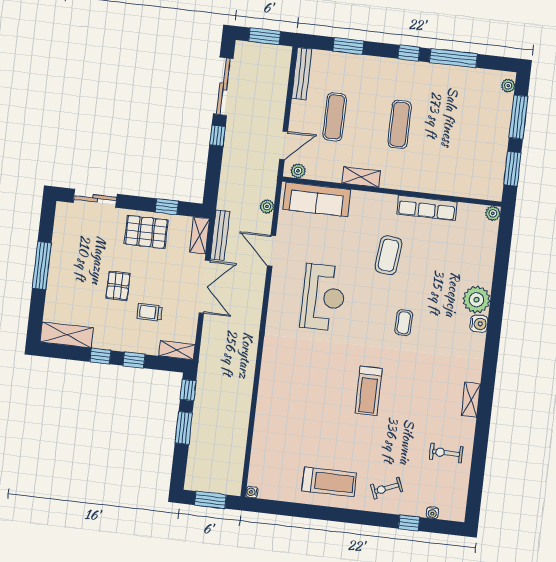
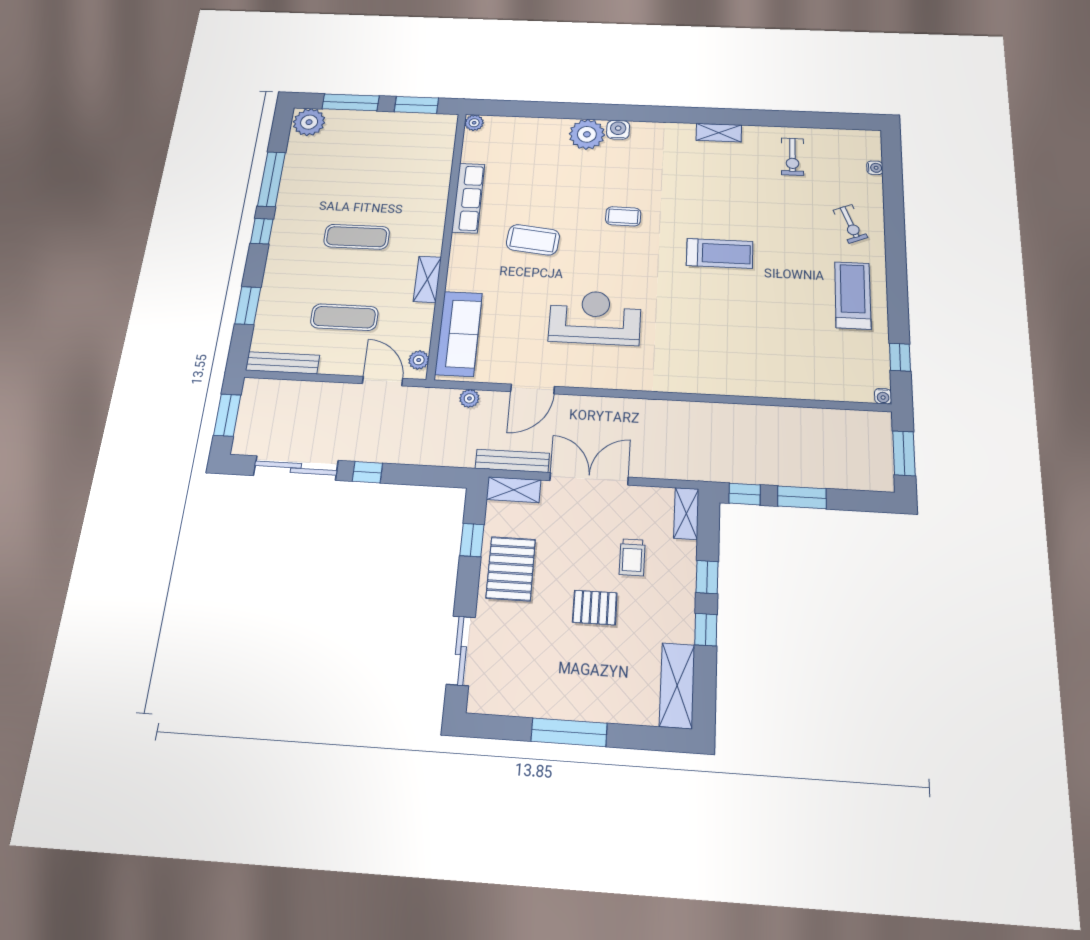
plant: (508, 86) -> (309, 122), width x1.88, depth x1.88
window: (409, 523) -> (900, 357), moved

